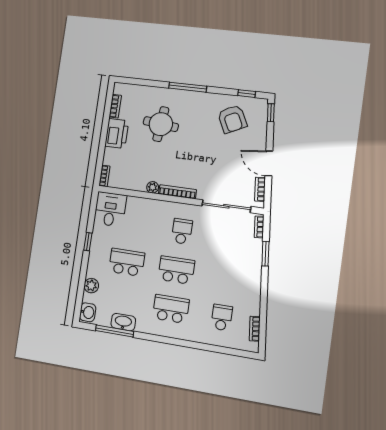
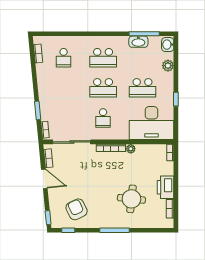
desk: (110, 209) -> (151, 123), width x1.87, depth x1.30

